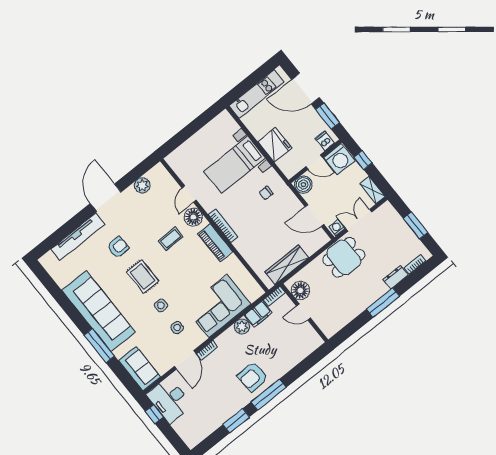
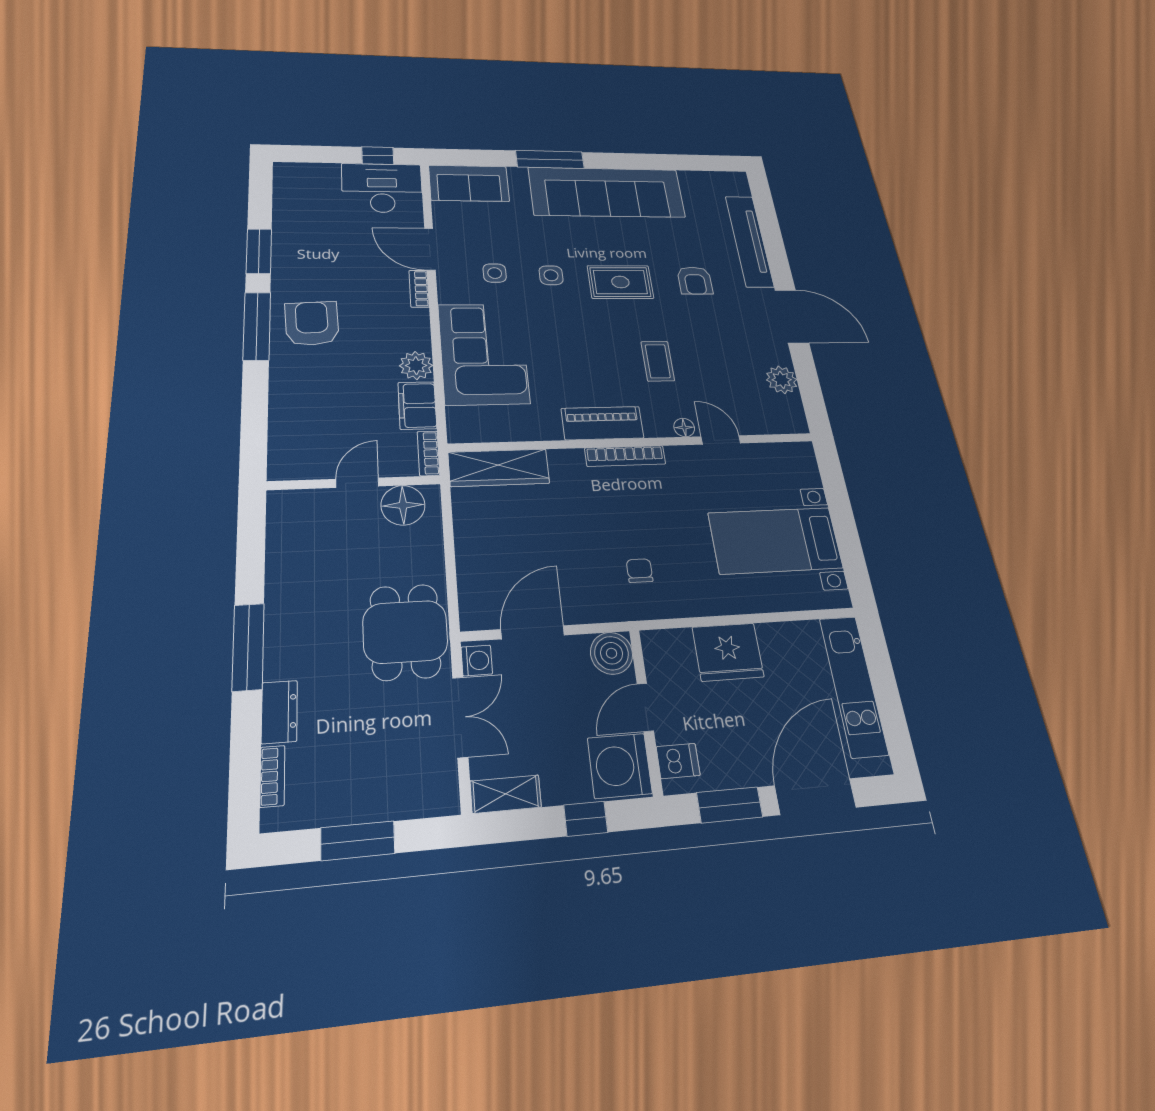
bed with nightstands: (235, 165) -> (775, 540), moved, turned -90
floor lamp: (193, 217) -> (684, 427), width x0.53, depth x0.53
wardrobe: (287, 265) -> (499, 468), moved, turned 90

